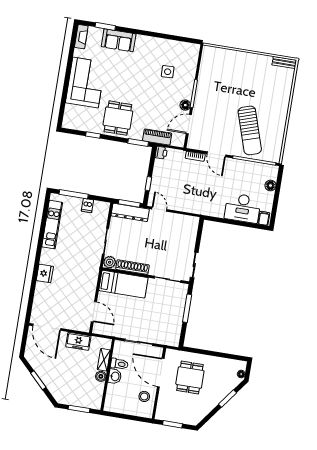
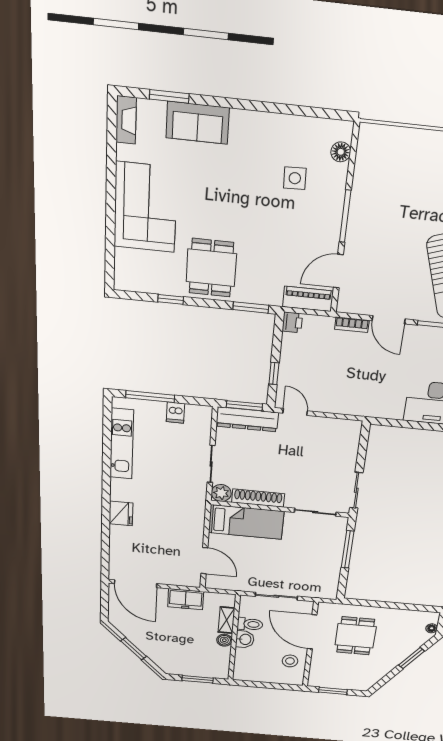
floor lamp: (185, 105) -> (341, 152), moved
piano: (157, 137) -> (308, 299), moved

